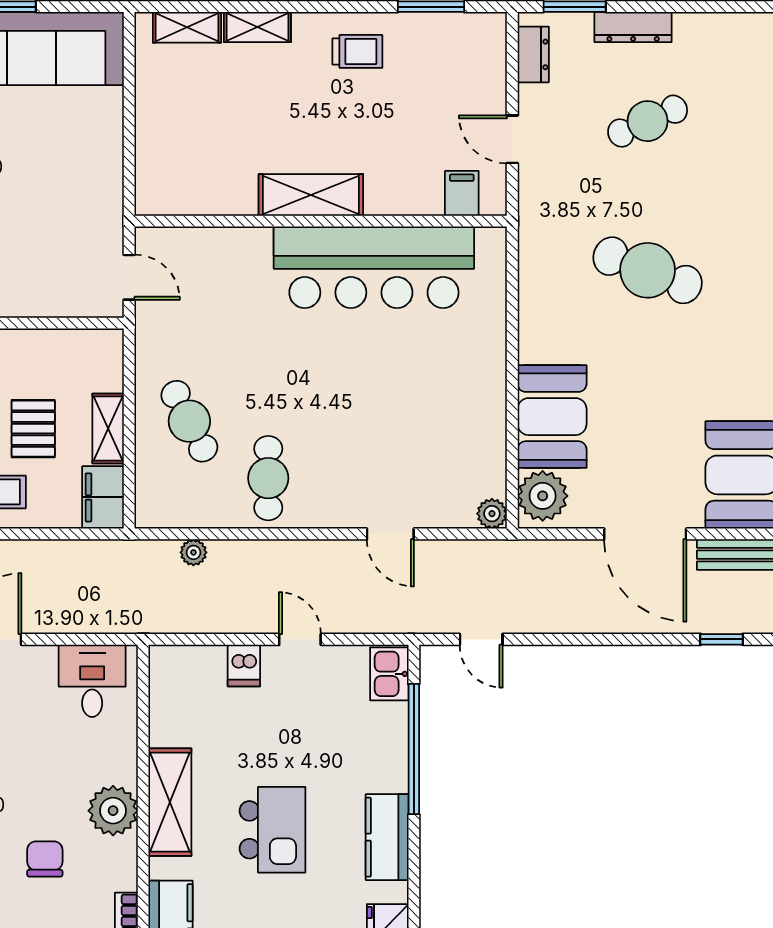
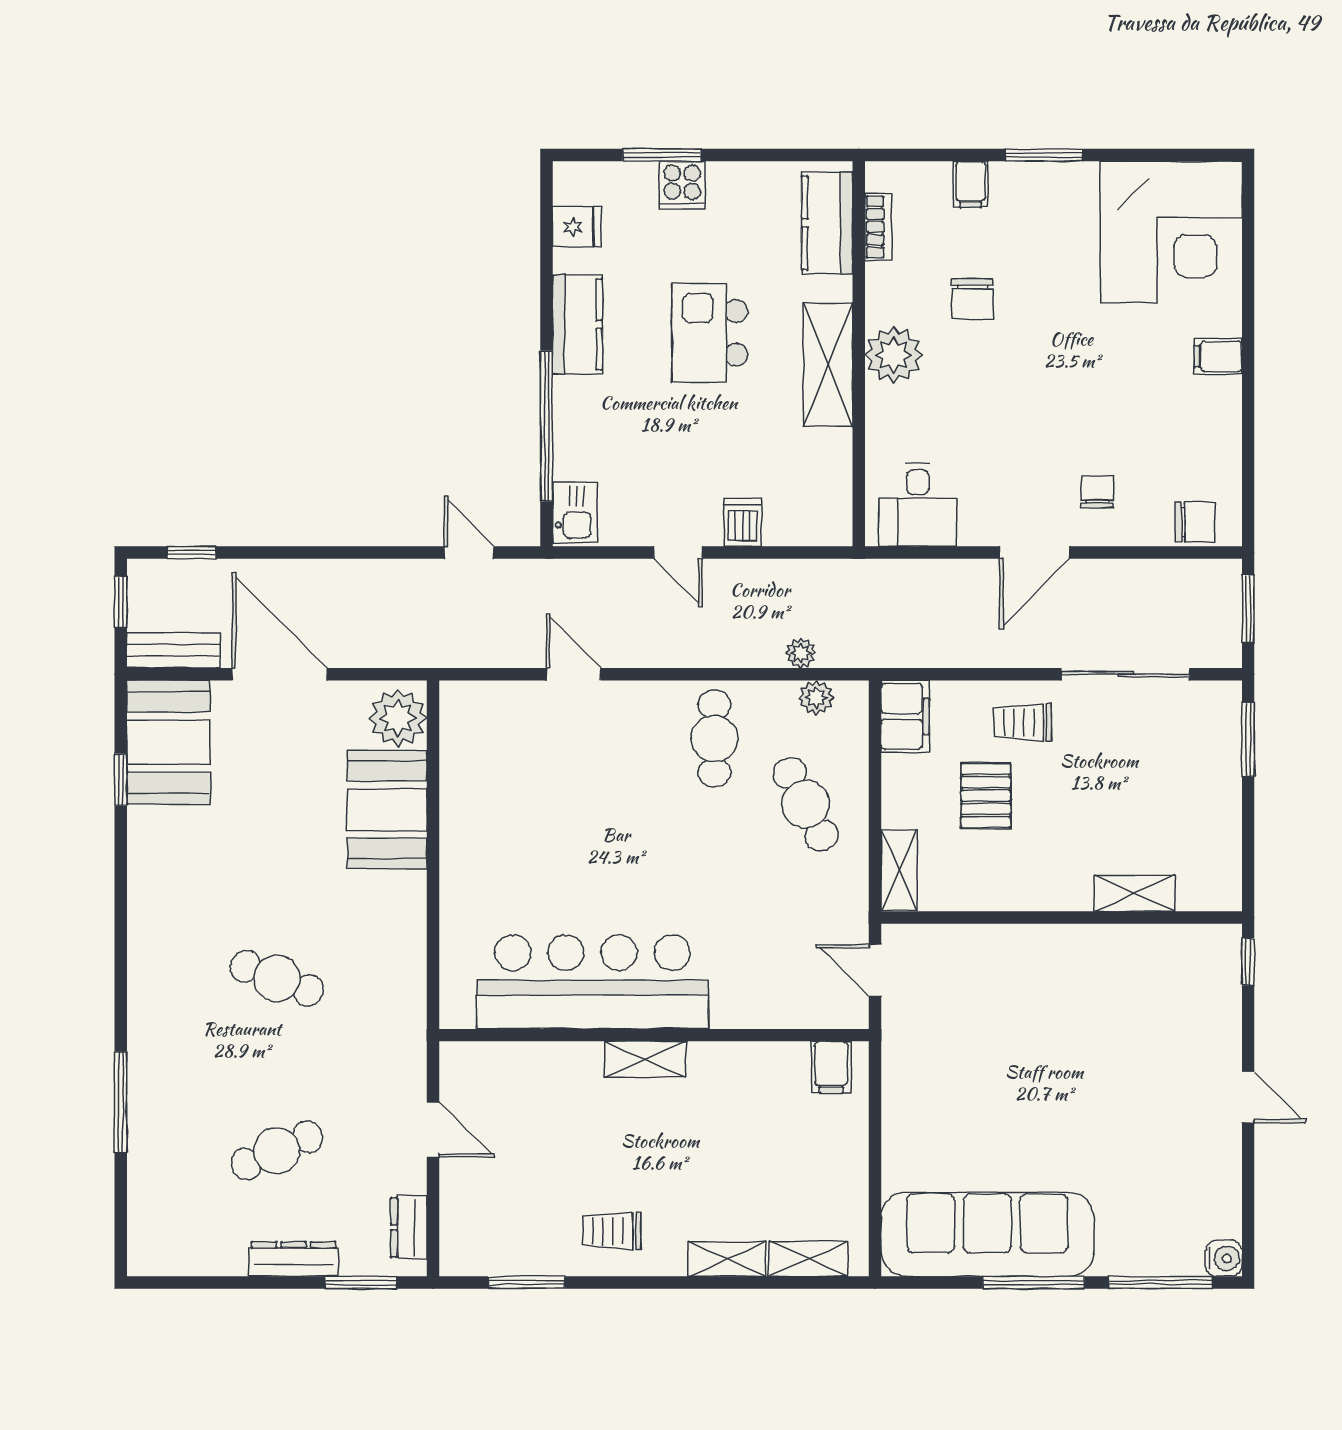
filing cabinet: (462, 193) -> (831, 1067), moved
shelving: (311, 195) -> (645, 1059), width x0.67, depth x0.75
cafe table: (648, 270) -> (277, 978), width x0.73, depth x0.74
shelving: (108, 428) -> (899, 870), moved
plant: (492, 514) -> (816, 698), moved

